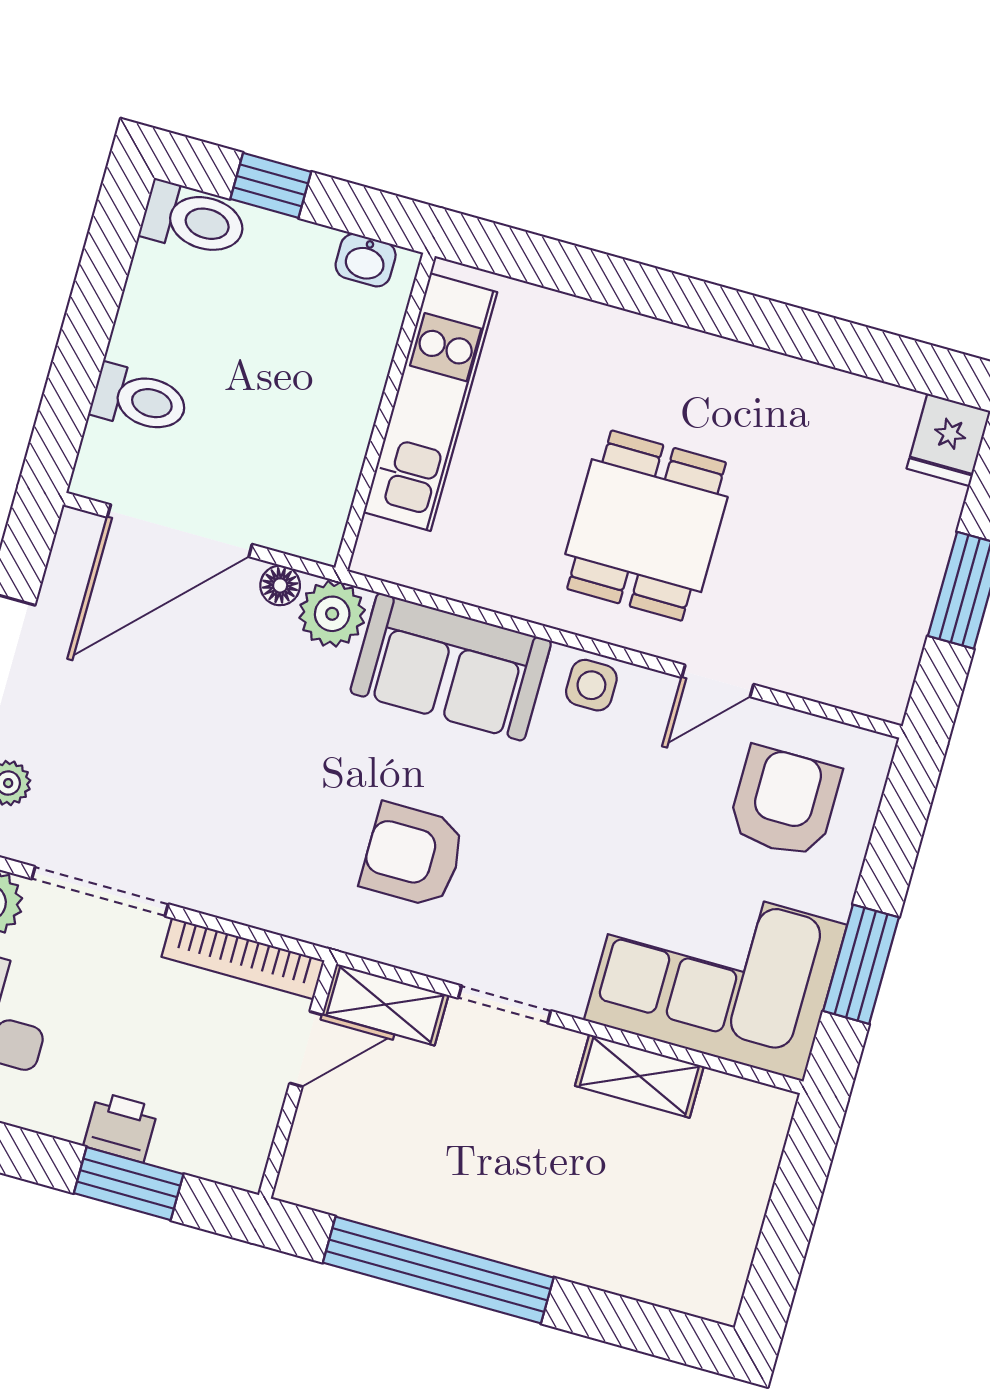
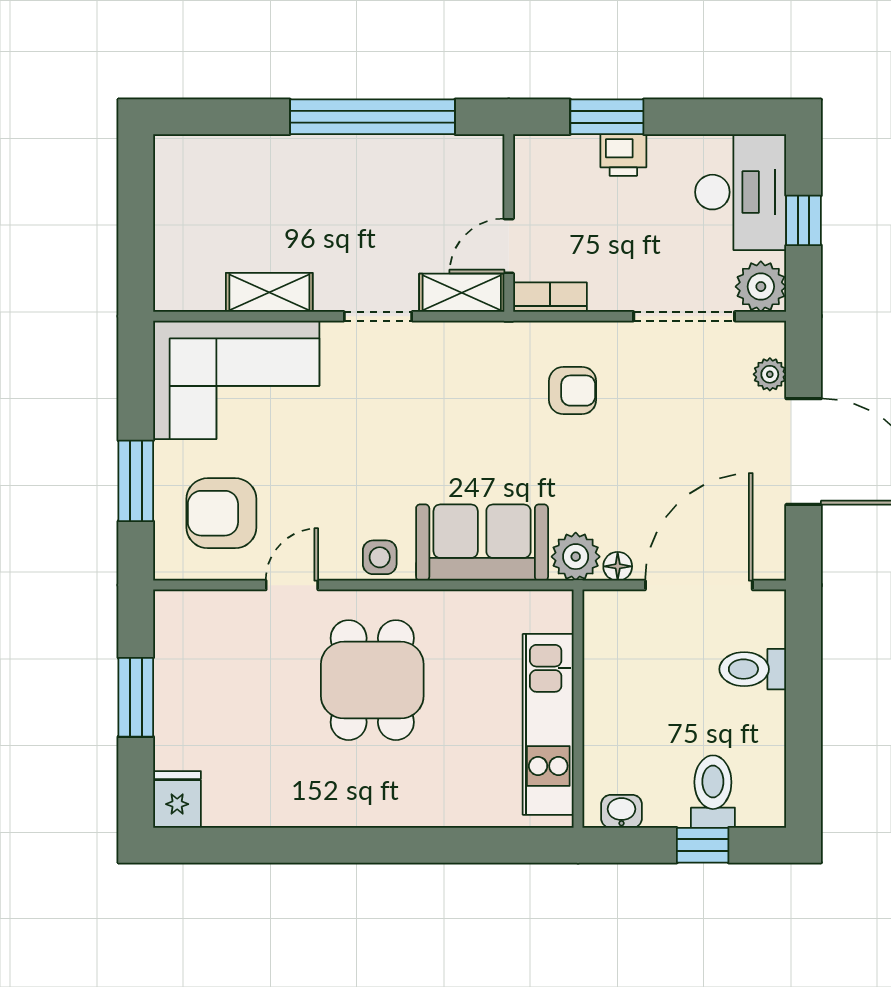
toilet: (194, 220) -> (713, 792), moved, turned 90
armchair: (784, 802) -> (221, 513), turned 90
armchair: (413, 855) -> (573, 391), moved, width x0.72, depth x0.72
bookcase: (243, 959) -> (550, 297), width x0.64
window: (861, 964) -> (136, 481), moved

